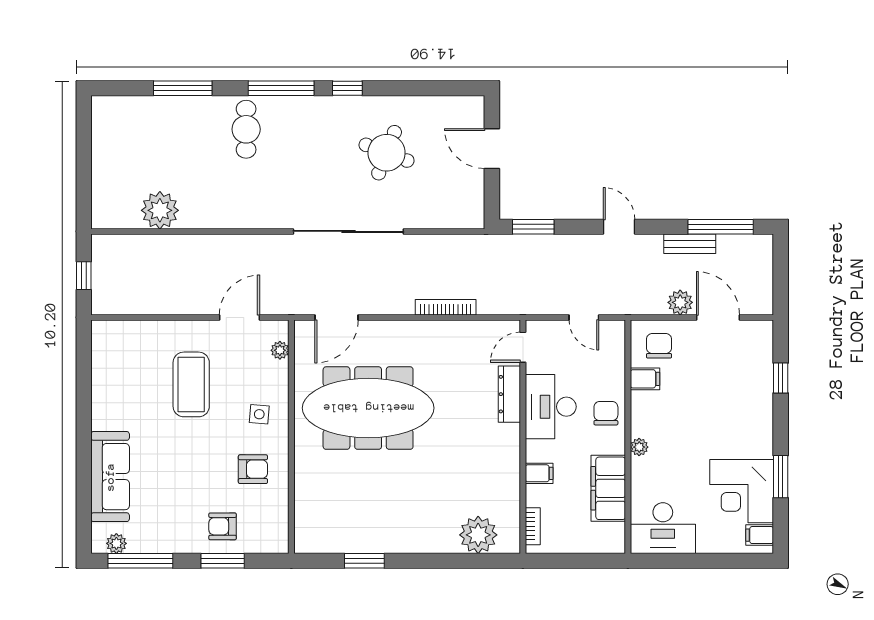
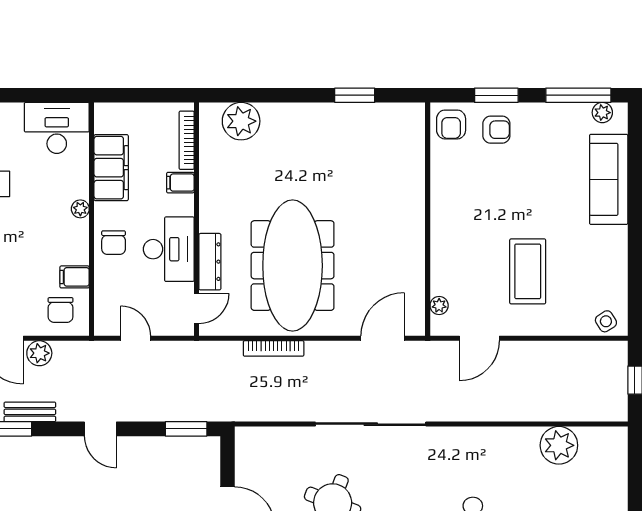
meeting table: (368, 408) -> (293, 266), moved, turned 90
side table: (259, 414) -> (606, 321), moved, turned -37
armchair: (253, 469) -> (451, 124), moved, turned -90
bookcase: (533, 526) -> (187, 140), width x1.56

